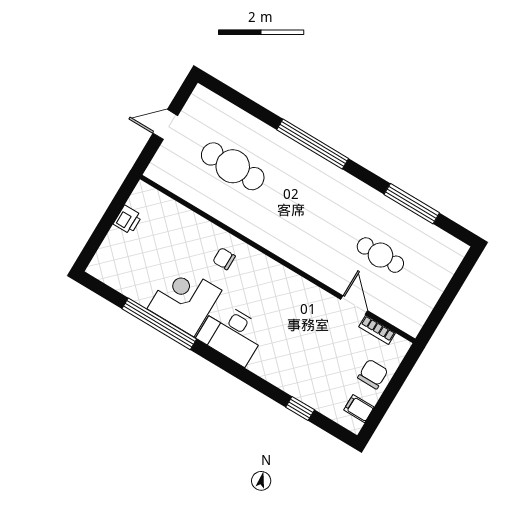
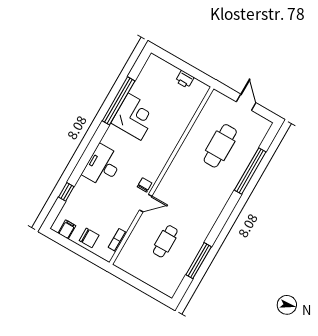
window: (313, 144) -> (250, 171), moved
chair: (224, 259) -> (145, 185), moved
door: (354, 305) -> (146, 203), moved
desk: (232, 333) -> (103, 166), moved

